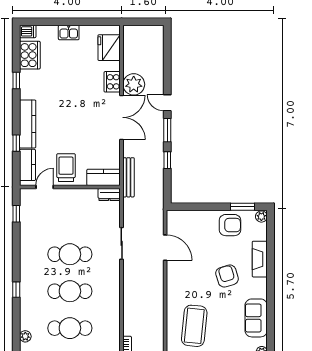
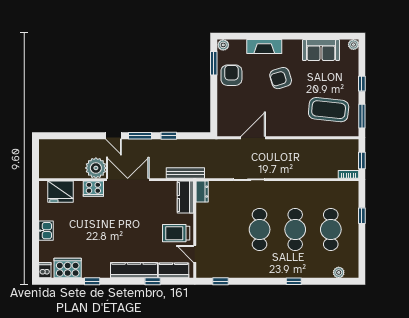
door: (167, 103) -> (114, 136), hinge flipped

